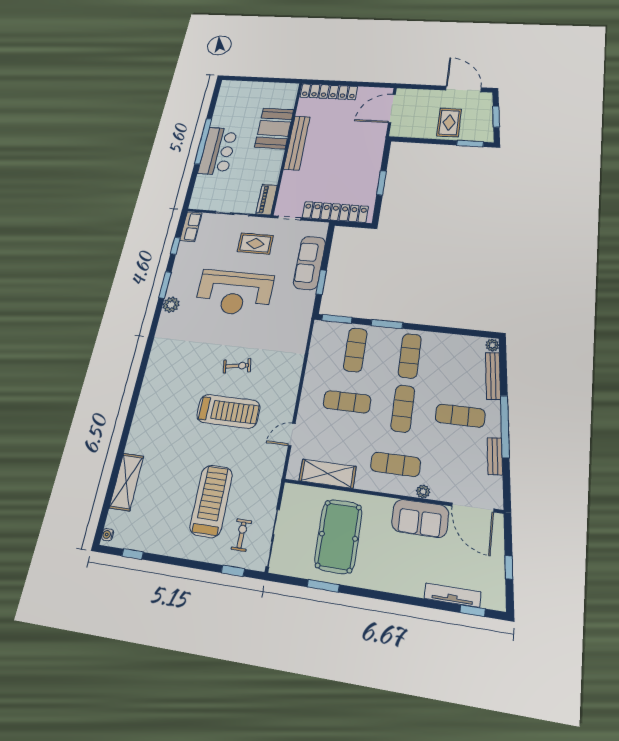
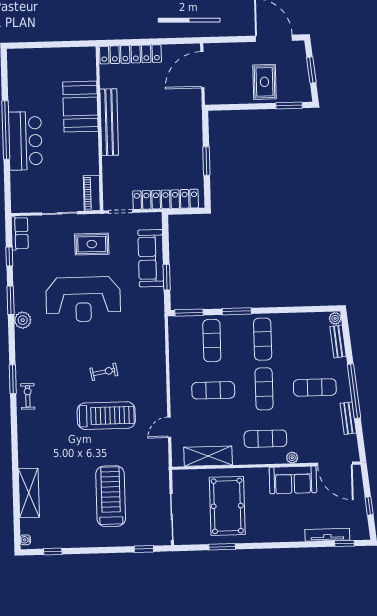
window: (145, 360) -> (13, 379), added
bench: (493, 376) -> (338, 341), width x0.73
exercise bike: (241, 535) -> (28, 396), moved

